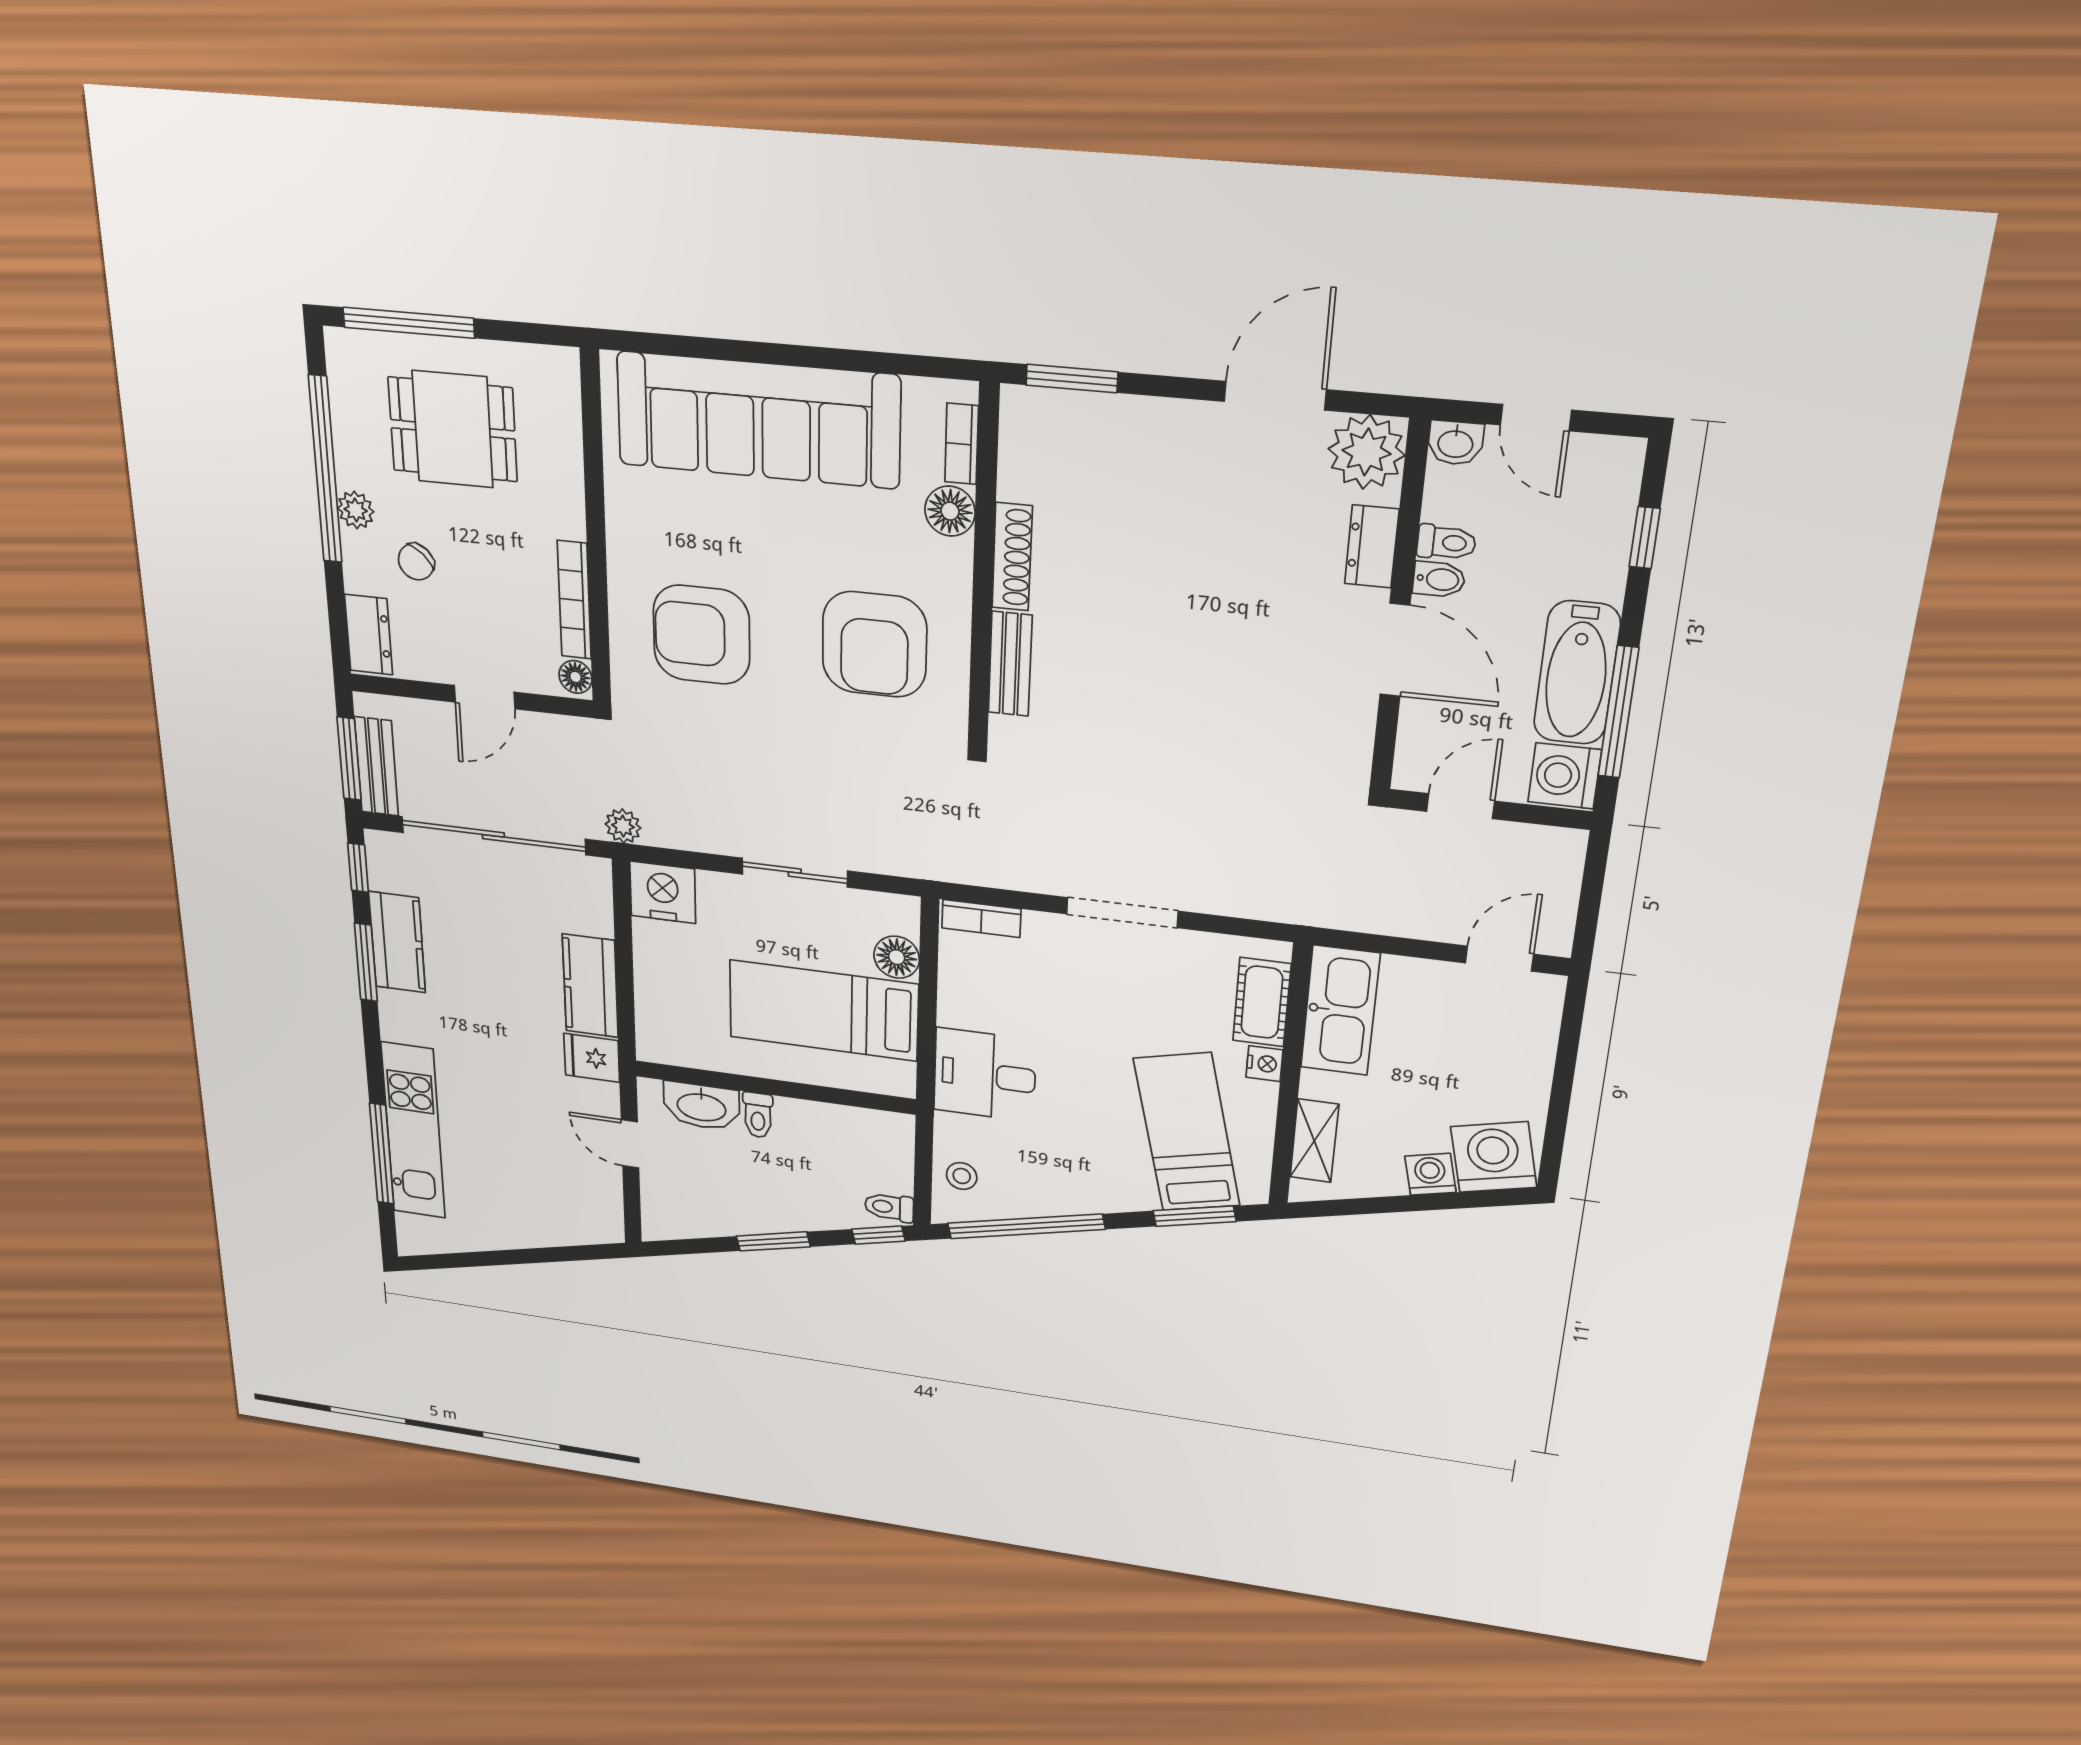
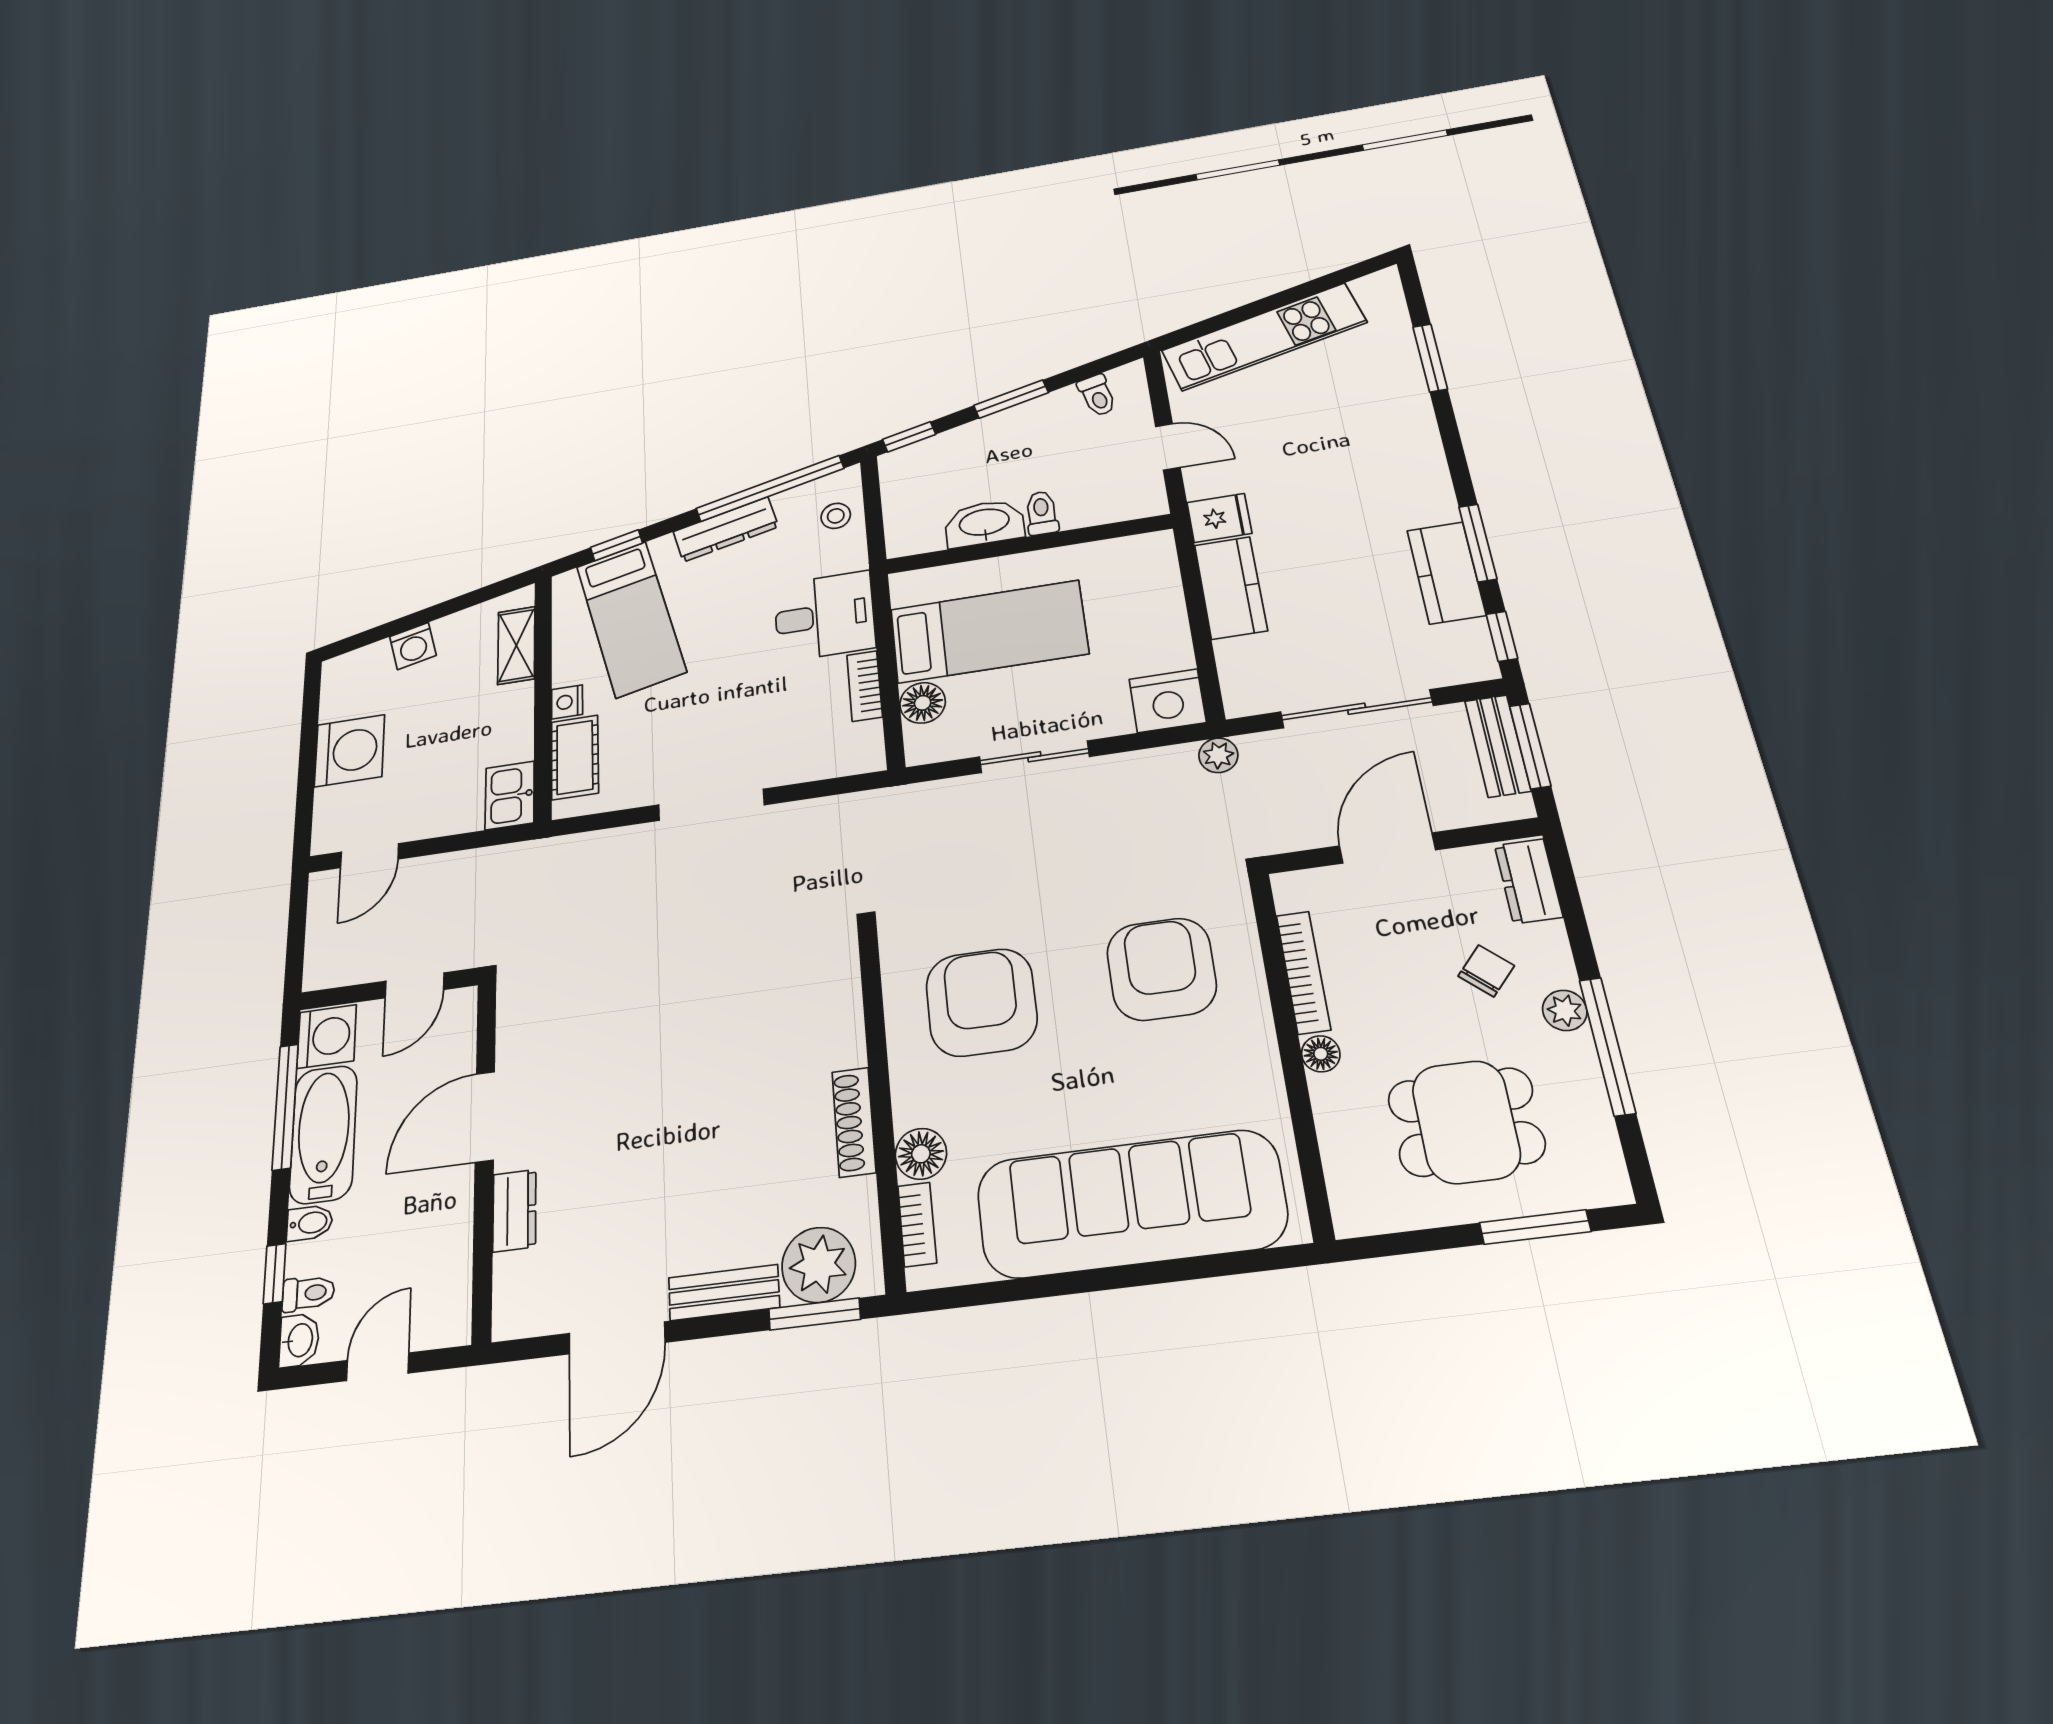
window: (409, 323) -> (1535, 1227), width x0.69
door: (1536, 418) -> (378, 1367), hinge flipped
washbasin: (1455, 443) -> (299, 1340), moved, turned 90
plant: (1366, 452) -> (819, 1265), moved
window: (325, 470) -> (1607, 1046), width x0.68
toilet: (1446, 542) -> (308, 1293), moved, turned 180
bidet: (1439, 579) -> (310, 1223), moved, turned 180
armchair: (702, 635) -> (1162, 969), turned -90
door: (1395, 650) -> (485, 1117), hinge flipped
bench: (1010, 664) -> (724, 1292), moved, turned 90
floor lamp: (575, 677) -> (1321, 1054), moved
door: (485, 697) -> (1387, 848), width x1.38
sliding door: (493, 836) -> (1357, 709), width x0.73
bookcase: (981, 918) -> (865, 686), moved, turned -90
kitchen sink: (1340, 1011) -> (510, 795), width x0.53, depth x0.81
washbasin: (701, 1106) -> (984, 523), moved
kitchen unit: (413, 1131) -> (1264, 337), moved, turned -103
window: (382, 1154) -> (1430, 358), width x0.69
washing machine: (1494, 1157) -> (350, 751), moved, turned -77
dresser: (1077, 1197) -> (726, 529), added
toilet: (889, 1207) -> (1097, 395), moved, turned 77
window: (1195, 1216) -> (616, 545), width x0.67

